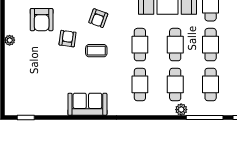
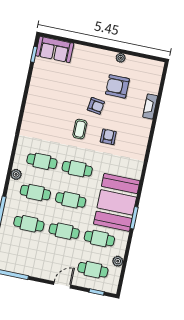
armchair: (98, 18) -> (108, 137), turned 70
plant: (10, 40) -> (121, 58), moved
sofa: (87, 104) -> (55, 49), moved, turned 90
plant: (181, 110) -> (16, 174), moved

